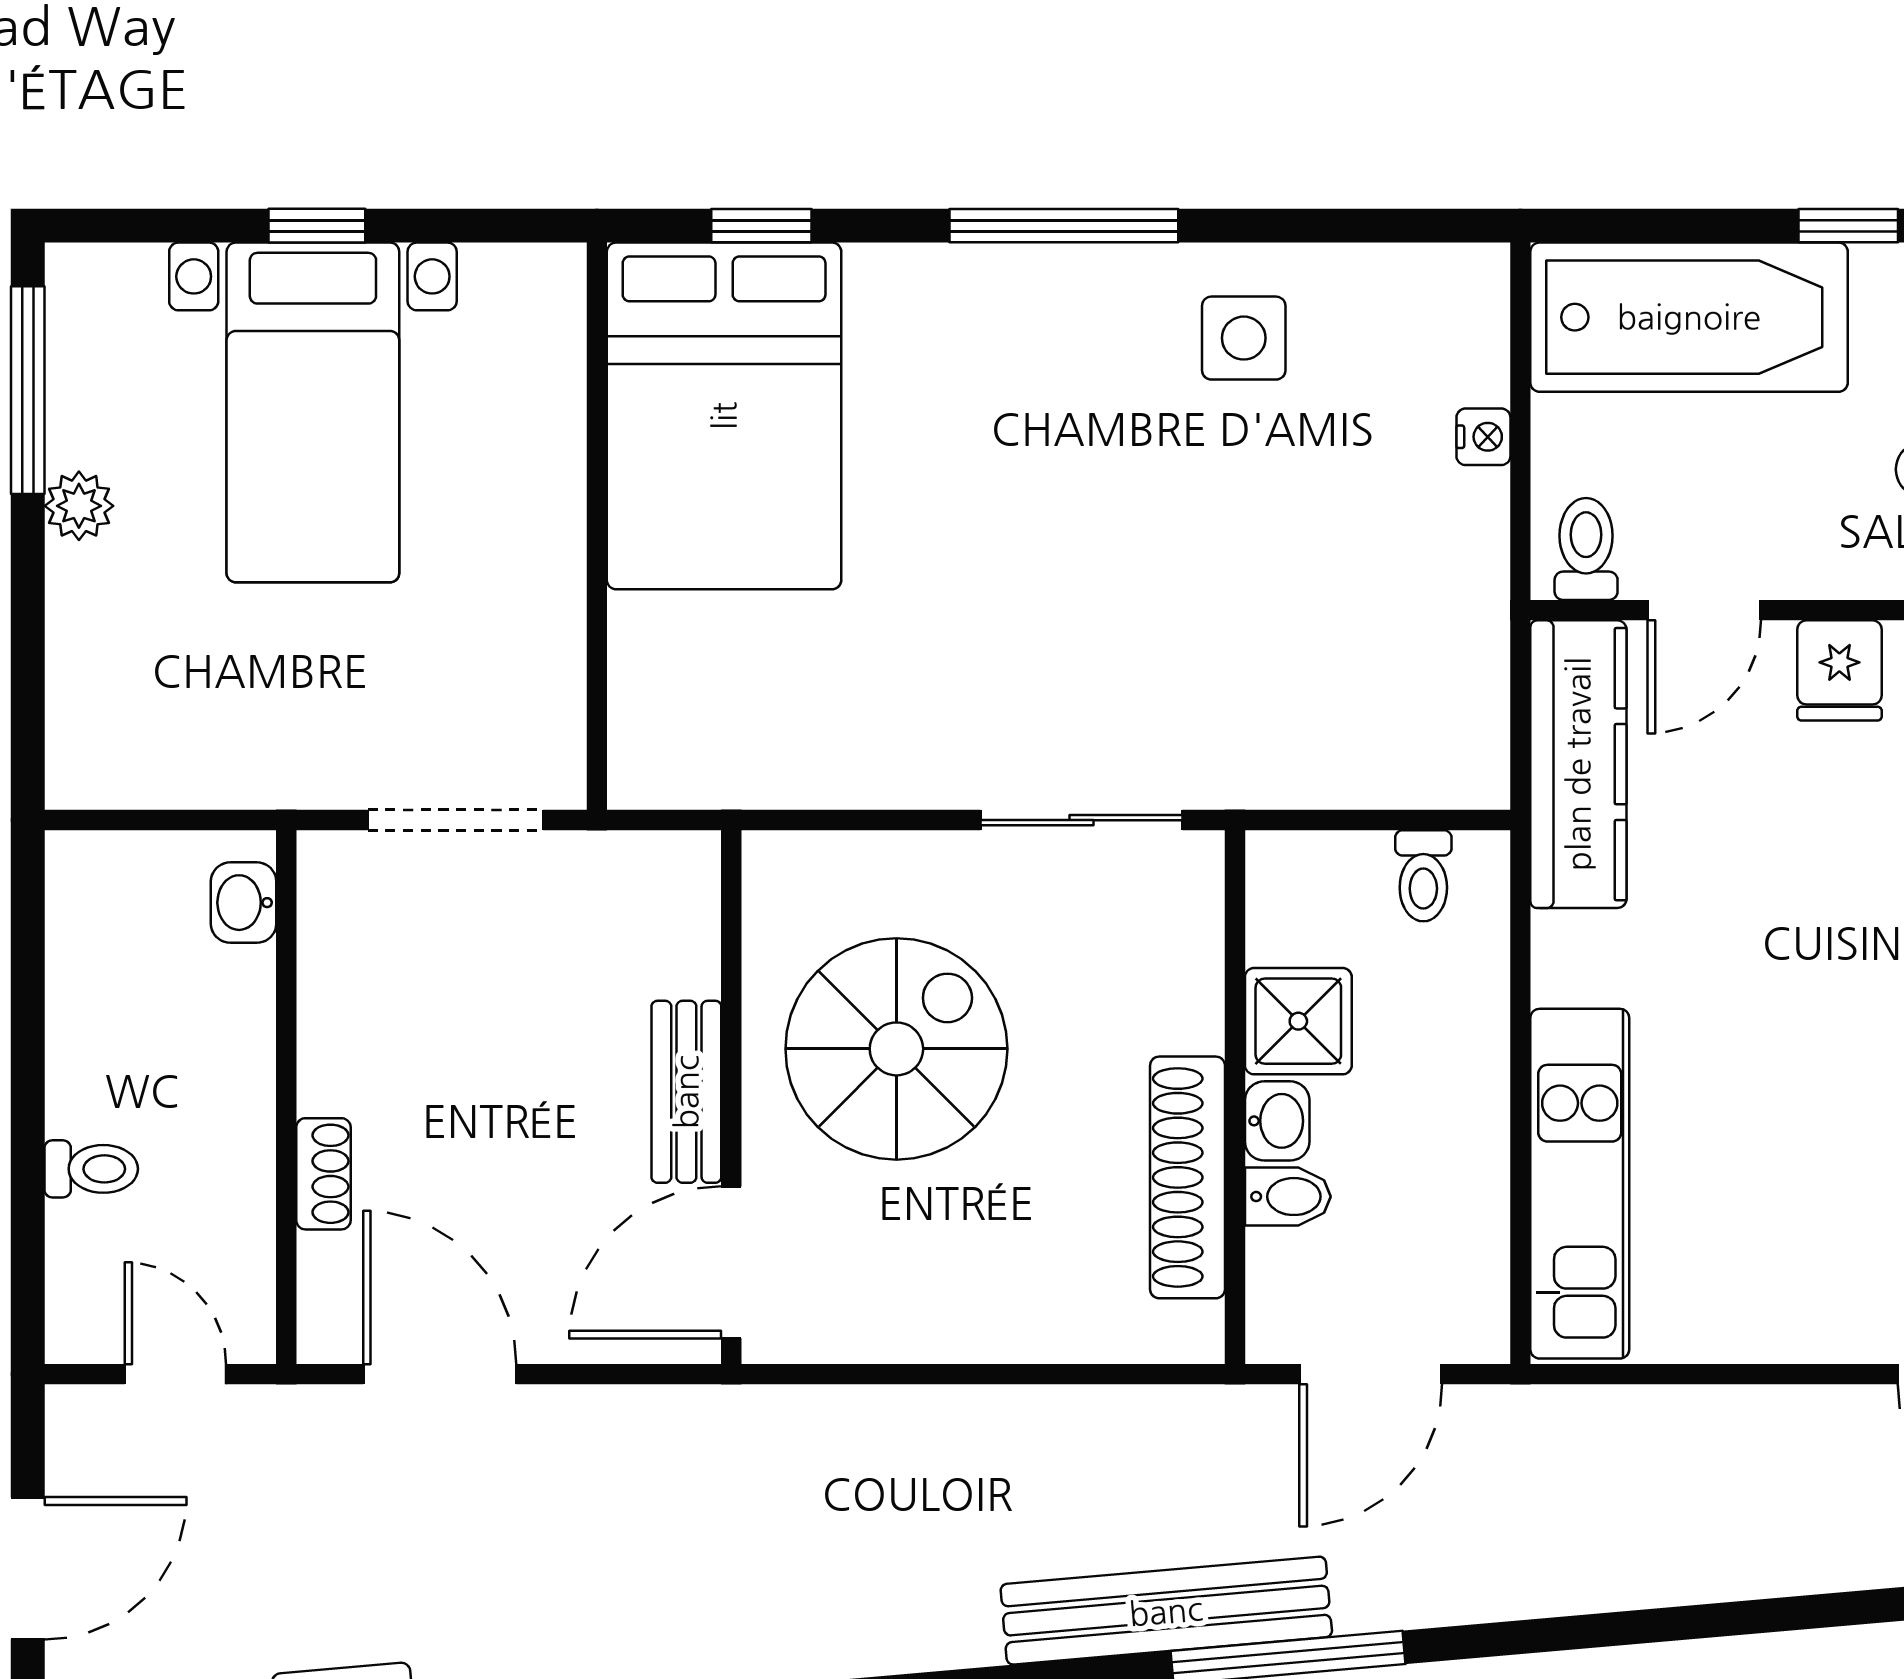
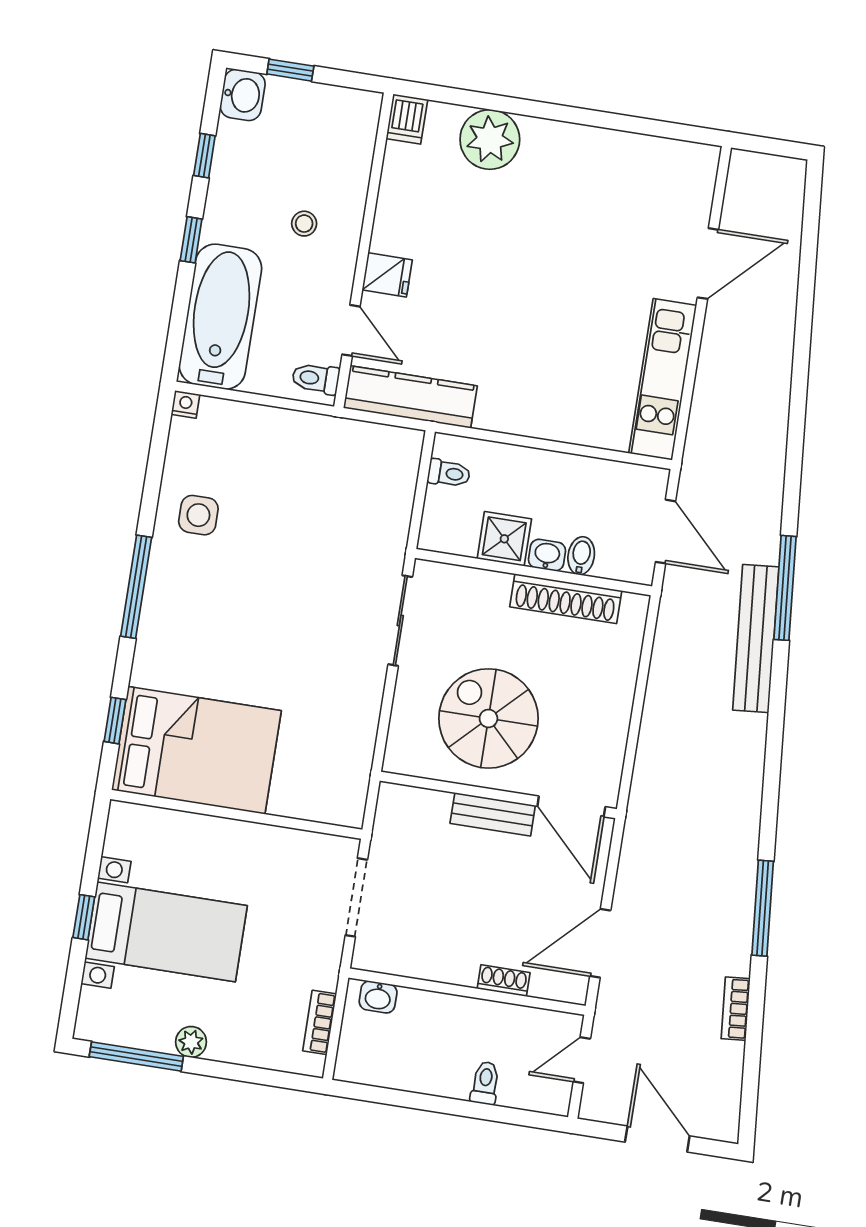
nightstand: (1483, 437) -> (186, 404), moved
bookcase: (167, 783) -> (320, 1022), added
kitchen unit: (1580, 1184) -> (663, 379), moved, turned -90

